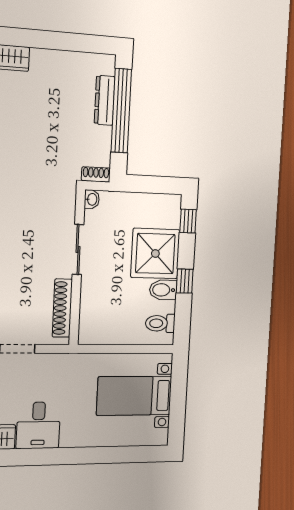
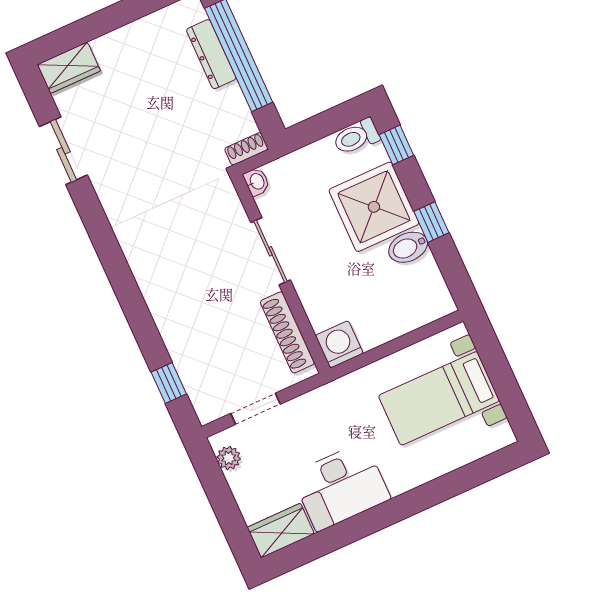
toilet: (160, 323) -> (356, 137), moved
washing machine: (91, 332) -> (339, 344), added
desk: (38, 425) -> (341, 487), width x1.37

